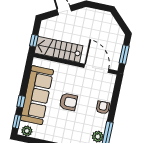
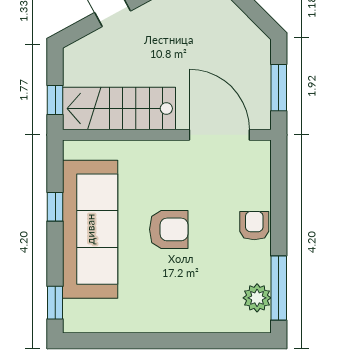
window: (21, 101) -> (55, 207), moved
plant: (27, 131) -> (84, 320), removed

